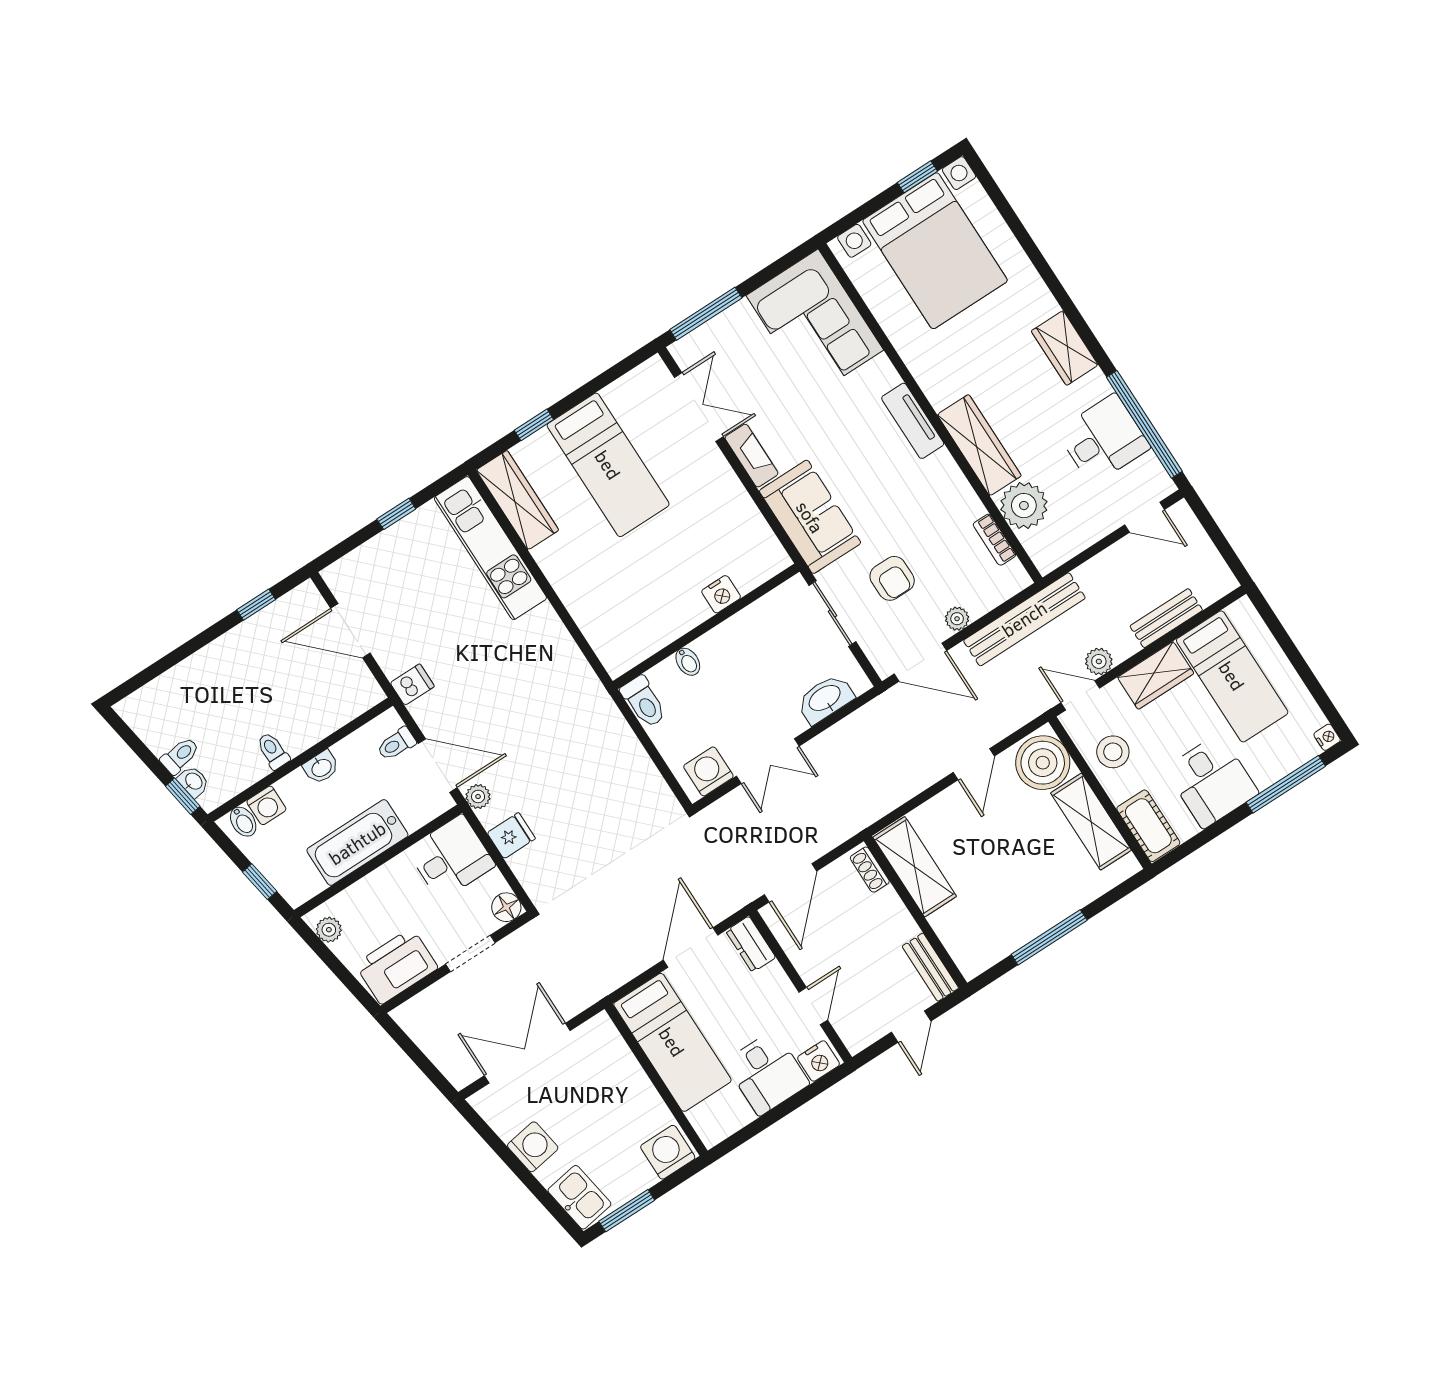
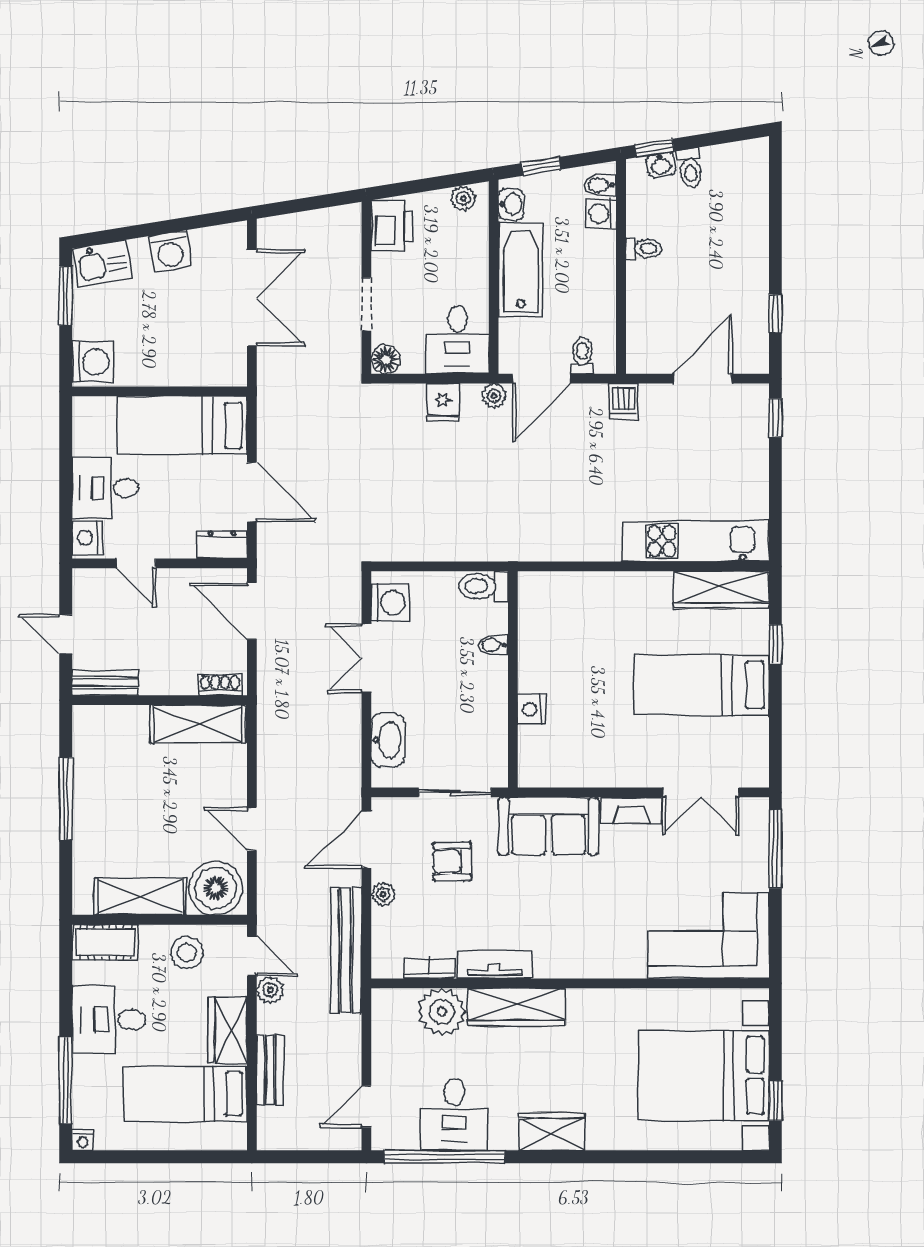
tv unit: (913, 421) -> (494, 964), moved
window: (396, 514) -> (775, 418), moved
door: (1080, 695) -> (252, 956), hinge flipped
washbasin: (321, 767) -> (511, 204), moved, turned 180
printer: (396, 966) -> (392, 226), width x0.73, depth x0.84

